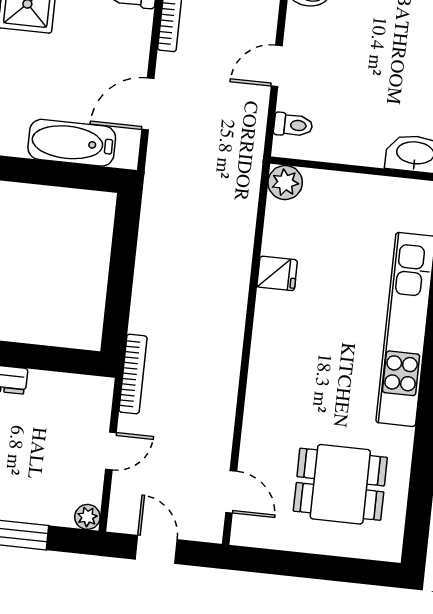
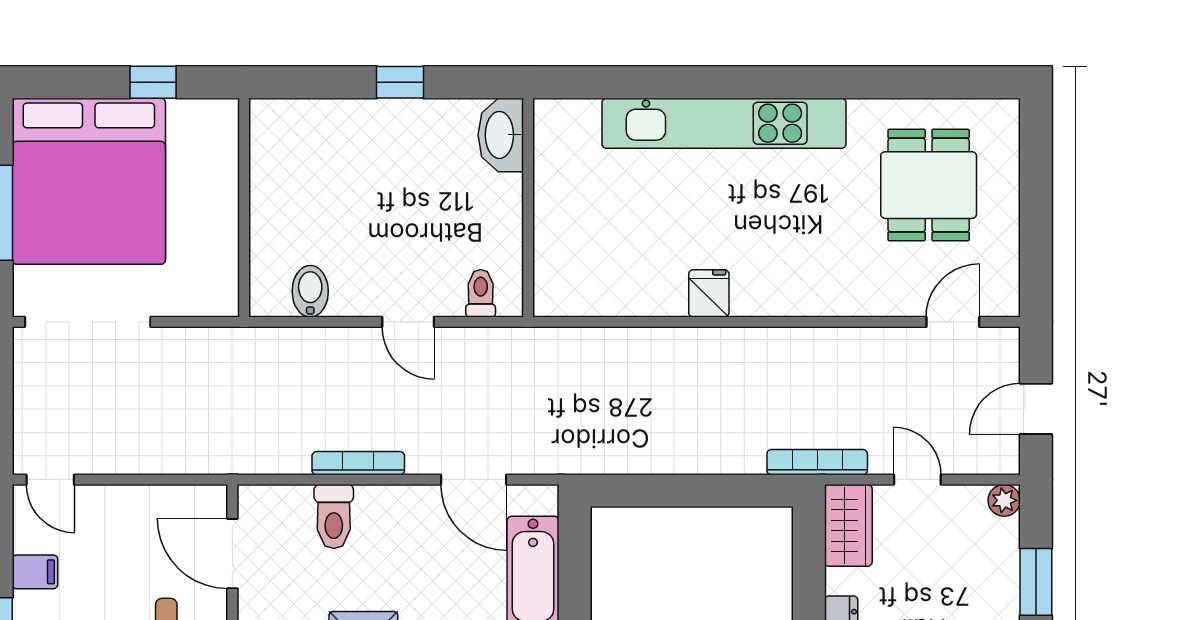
plant: (285, 183) -> (554, 296), removed
fridge: (277, 273) -> (709, 293), moved
wardrobe: (81, 393) -> (848, 525), added

